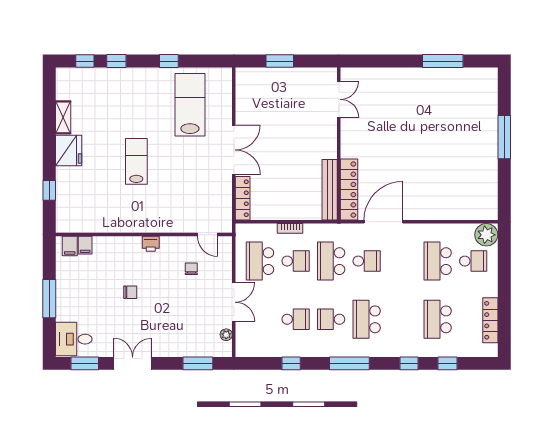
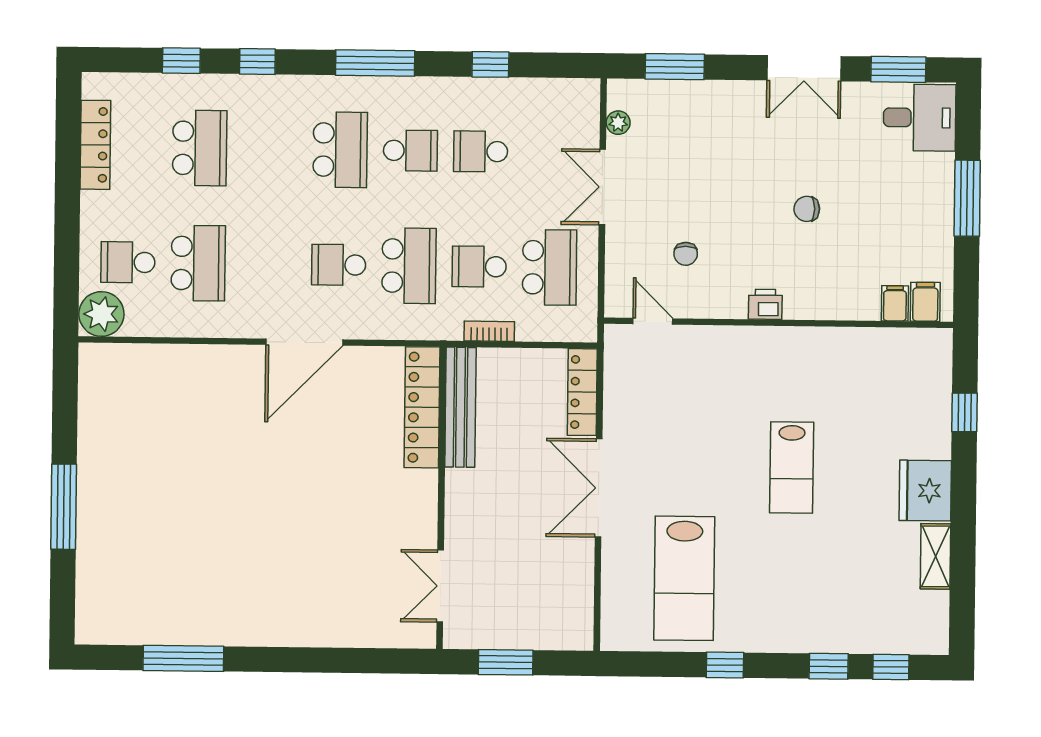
double door: (339, 99) -> (440, 586), moved
wall: (339, 144) -> (441, 498), moved
bench: (330, 190) -> (460, 407), moved
locker: (349, 190) -> (422, 407), moved

